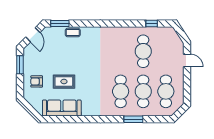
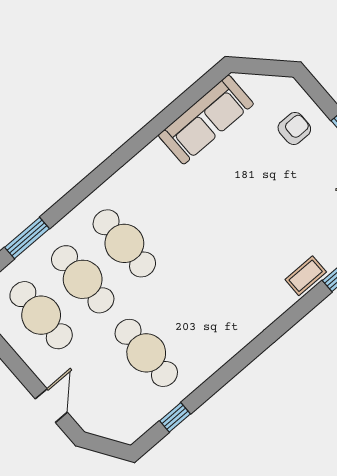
door: (187, 60) -> (51, 406), swing flipped
rug: (64, 82) -> (244, 172), removed
window: (133, 119) -> (27, 238), moved

